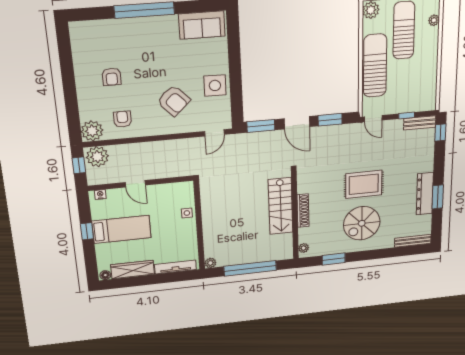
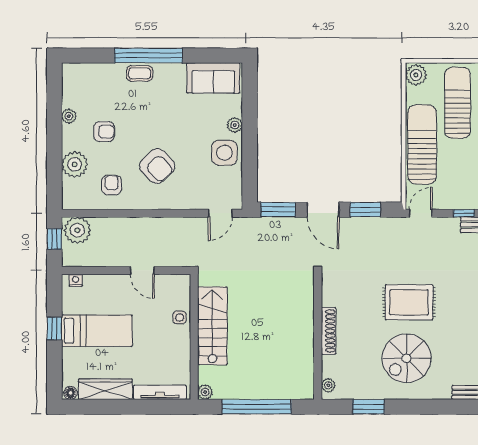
coffee table: (138, 26) -> (140, 73), added
plant: (222, 62) -> (235, 125), added
plant: (80, 66) -> (69, 116), added
armchair: (112, 77) -> (104, 132), turned -90
armchair: (174, 101) -> (157, 166), moved
door: (373, 119) -> (421, 213), swing flipped
plant: (92, 131) -> (75, 164), moved
door: (135, 184) -> (142, 271), moved
stairs: (281, 206) -> (212, 326), moved, turned 180

